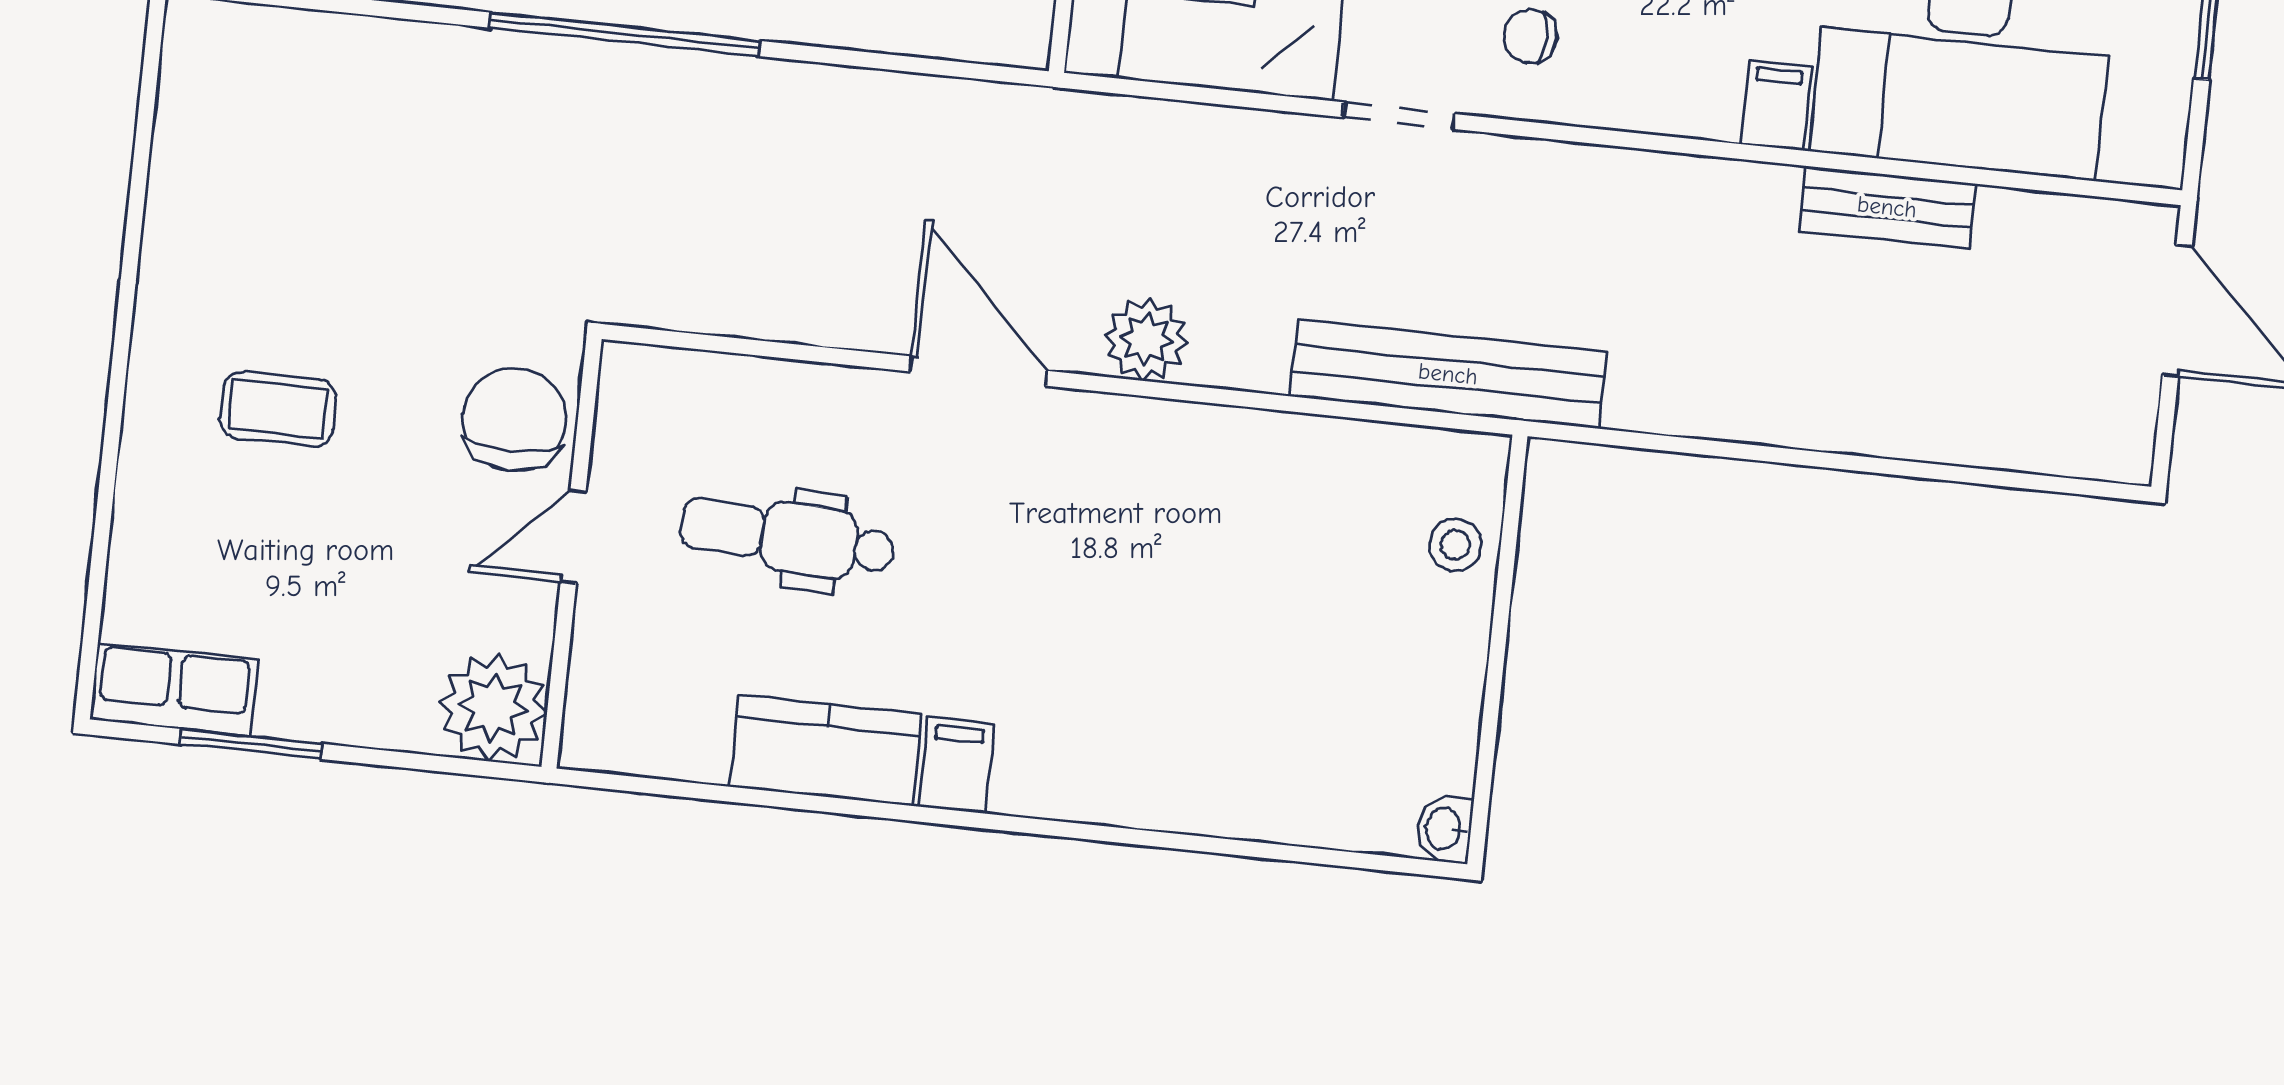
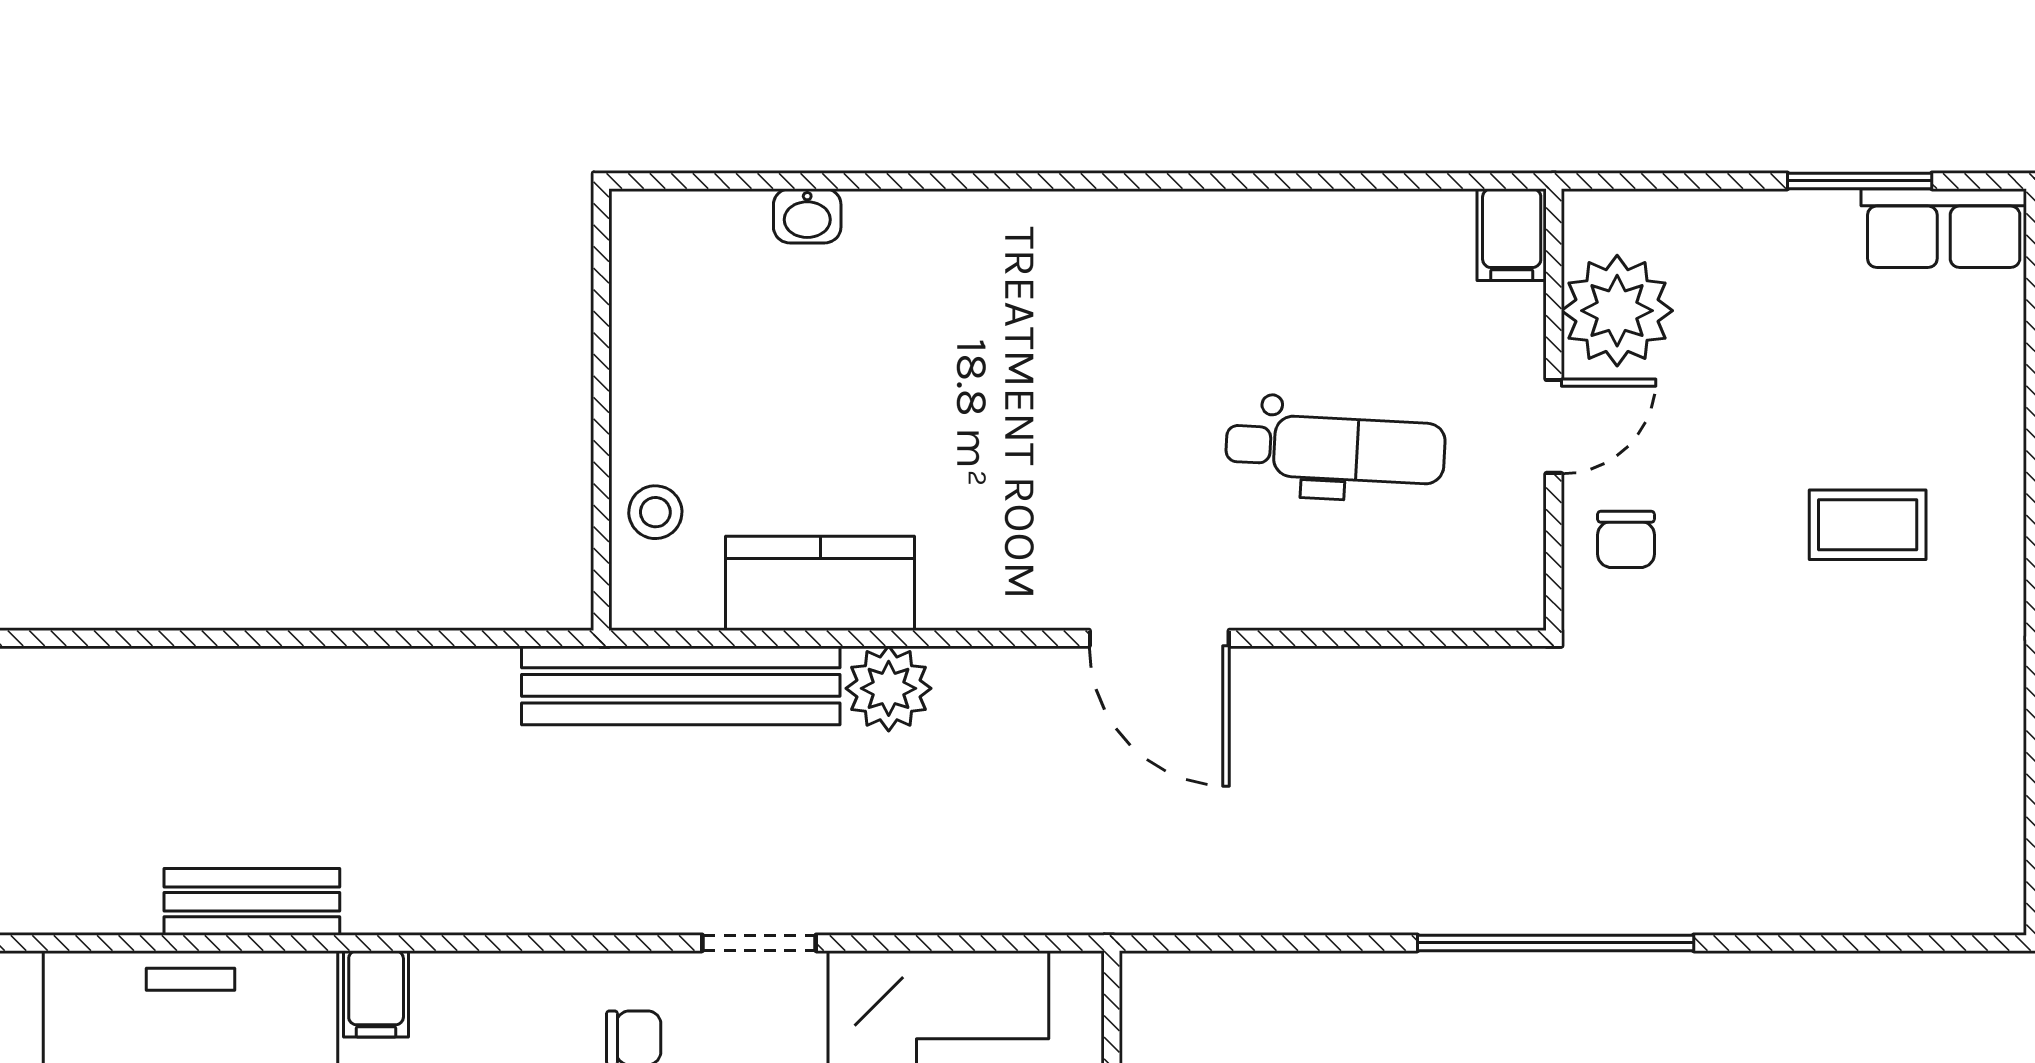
plant: (1146, 339) -> (889, 688), moved
chair: (515, 419) -> (1626, 539), width x0.54, depth x0.54
plant: (493, 707) -> (1617, 311), moved
kitchen counter: (825, 750) -> (820, 583), moved, turned 180
filing cabinet: (957, 765) -> (1512, 235), moved
washbasin: (1444, 829) -> (807, 216), moved, turned 90

